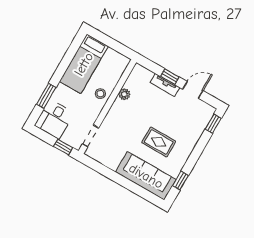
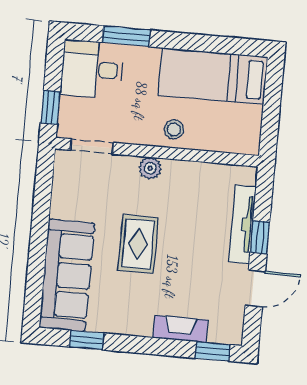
tv unit: (165, 85) -> (242, 224), width x1.41
door: (193, 90) -> (255, 288), hinge flipped
plant: (124, 94) -> (150, 168), moved
fireplace: (196, 134) -> (180, 329), added
rug: (159, 142) -> (138, 244), moved

